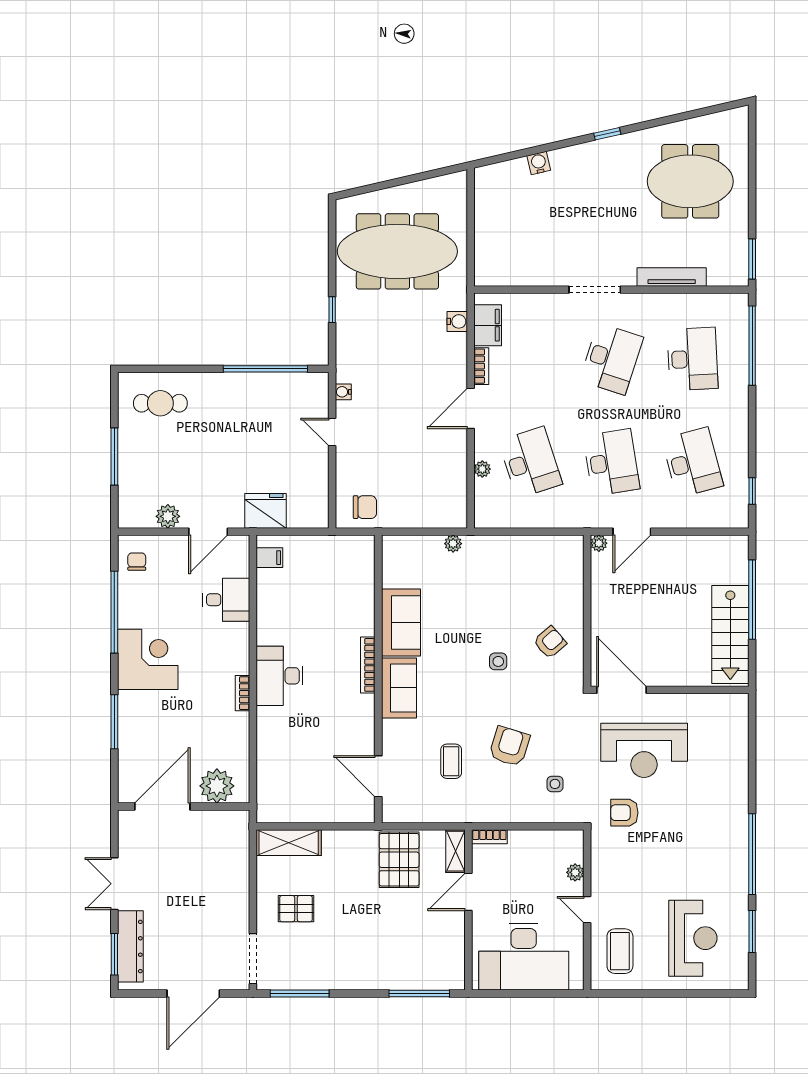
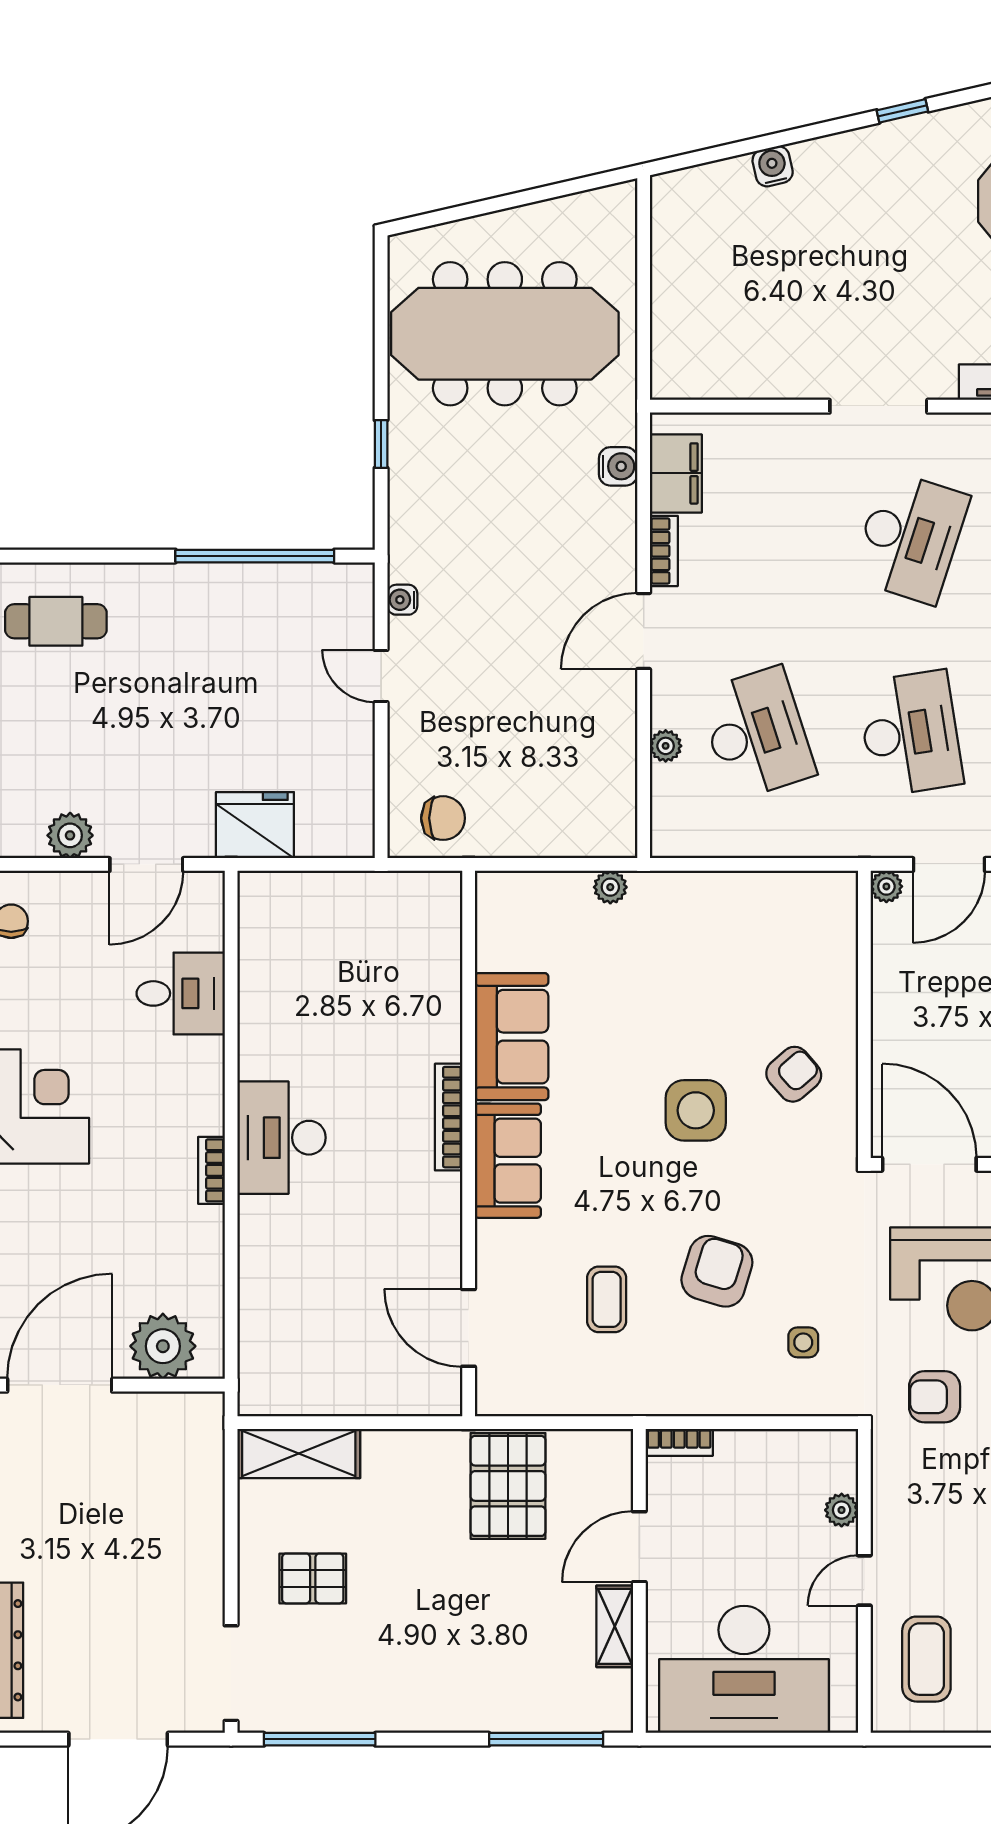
filing cabinet: (269, 558) -> (262, 914), removed
side table: (498, 661) -> (696, 1110), width x1.87, depth x1.87
shelving: (455, 851) -> (615, 1626), moved
door: (587, 910) -> (864, 1581), hinge flipped

